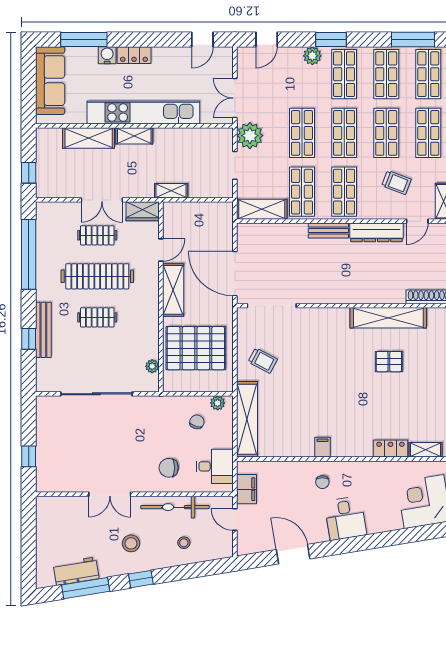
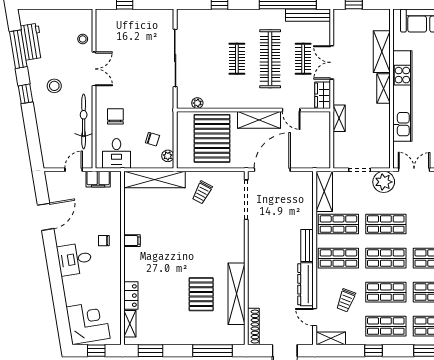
bench: (43, 330) -> (308, 15), moved
pallet: (389, 362) -> (201, 294), width x1.50, depth x1.42
double door: (110, 494) -> (94, 69), swing flipped
stool: (184, 543) -> (83, 39), moved

